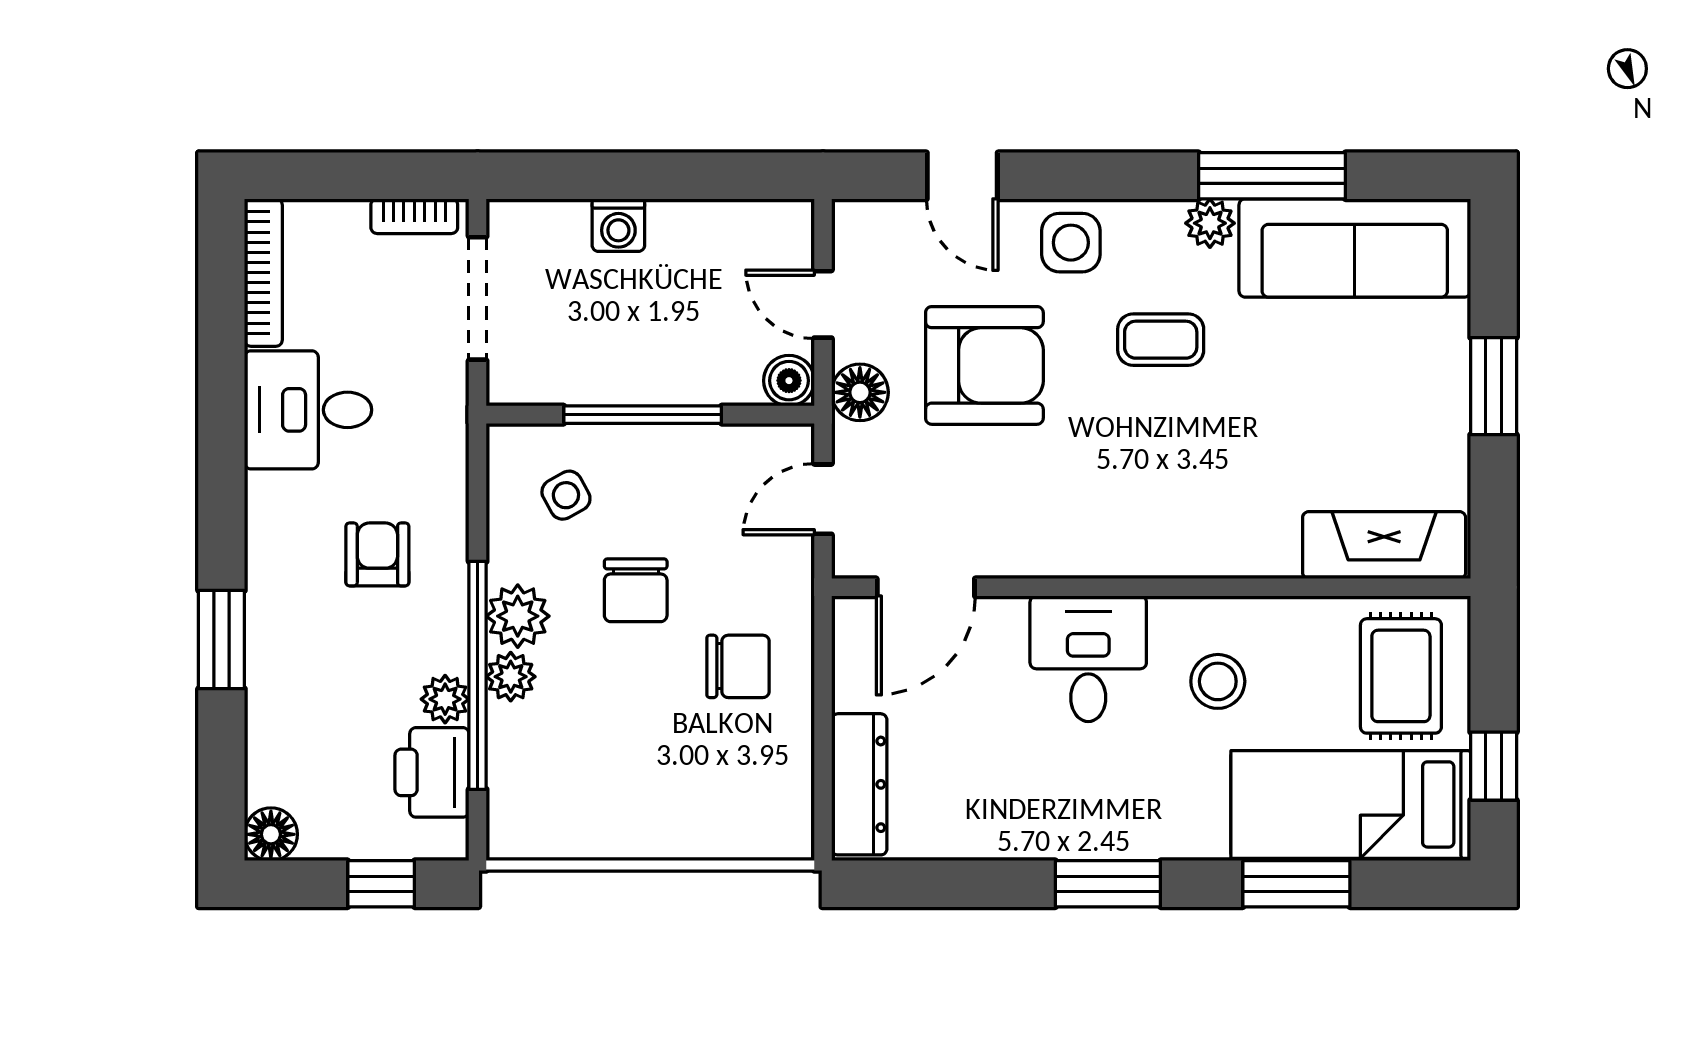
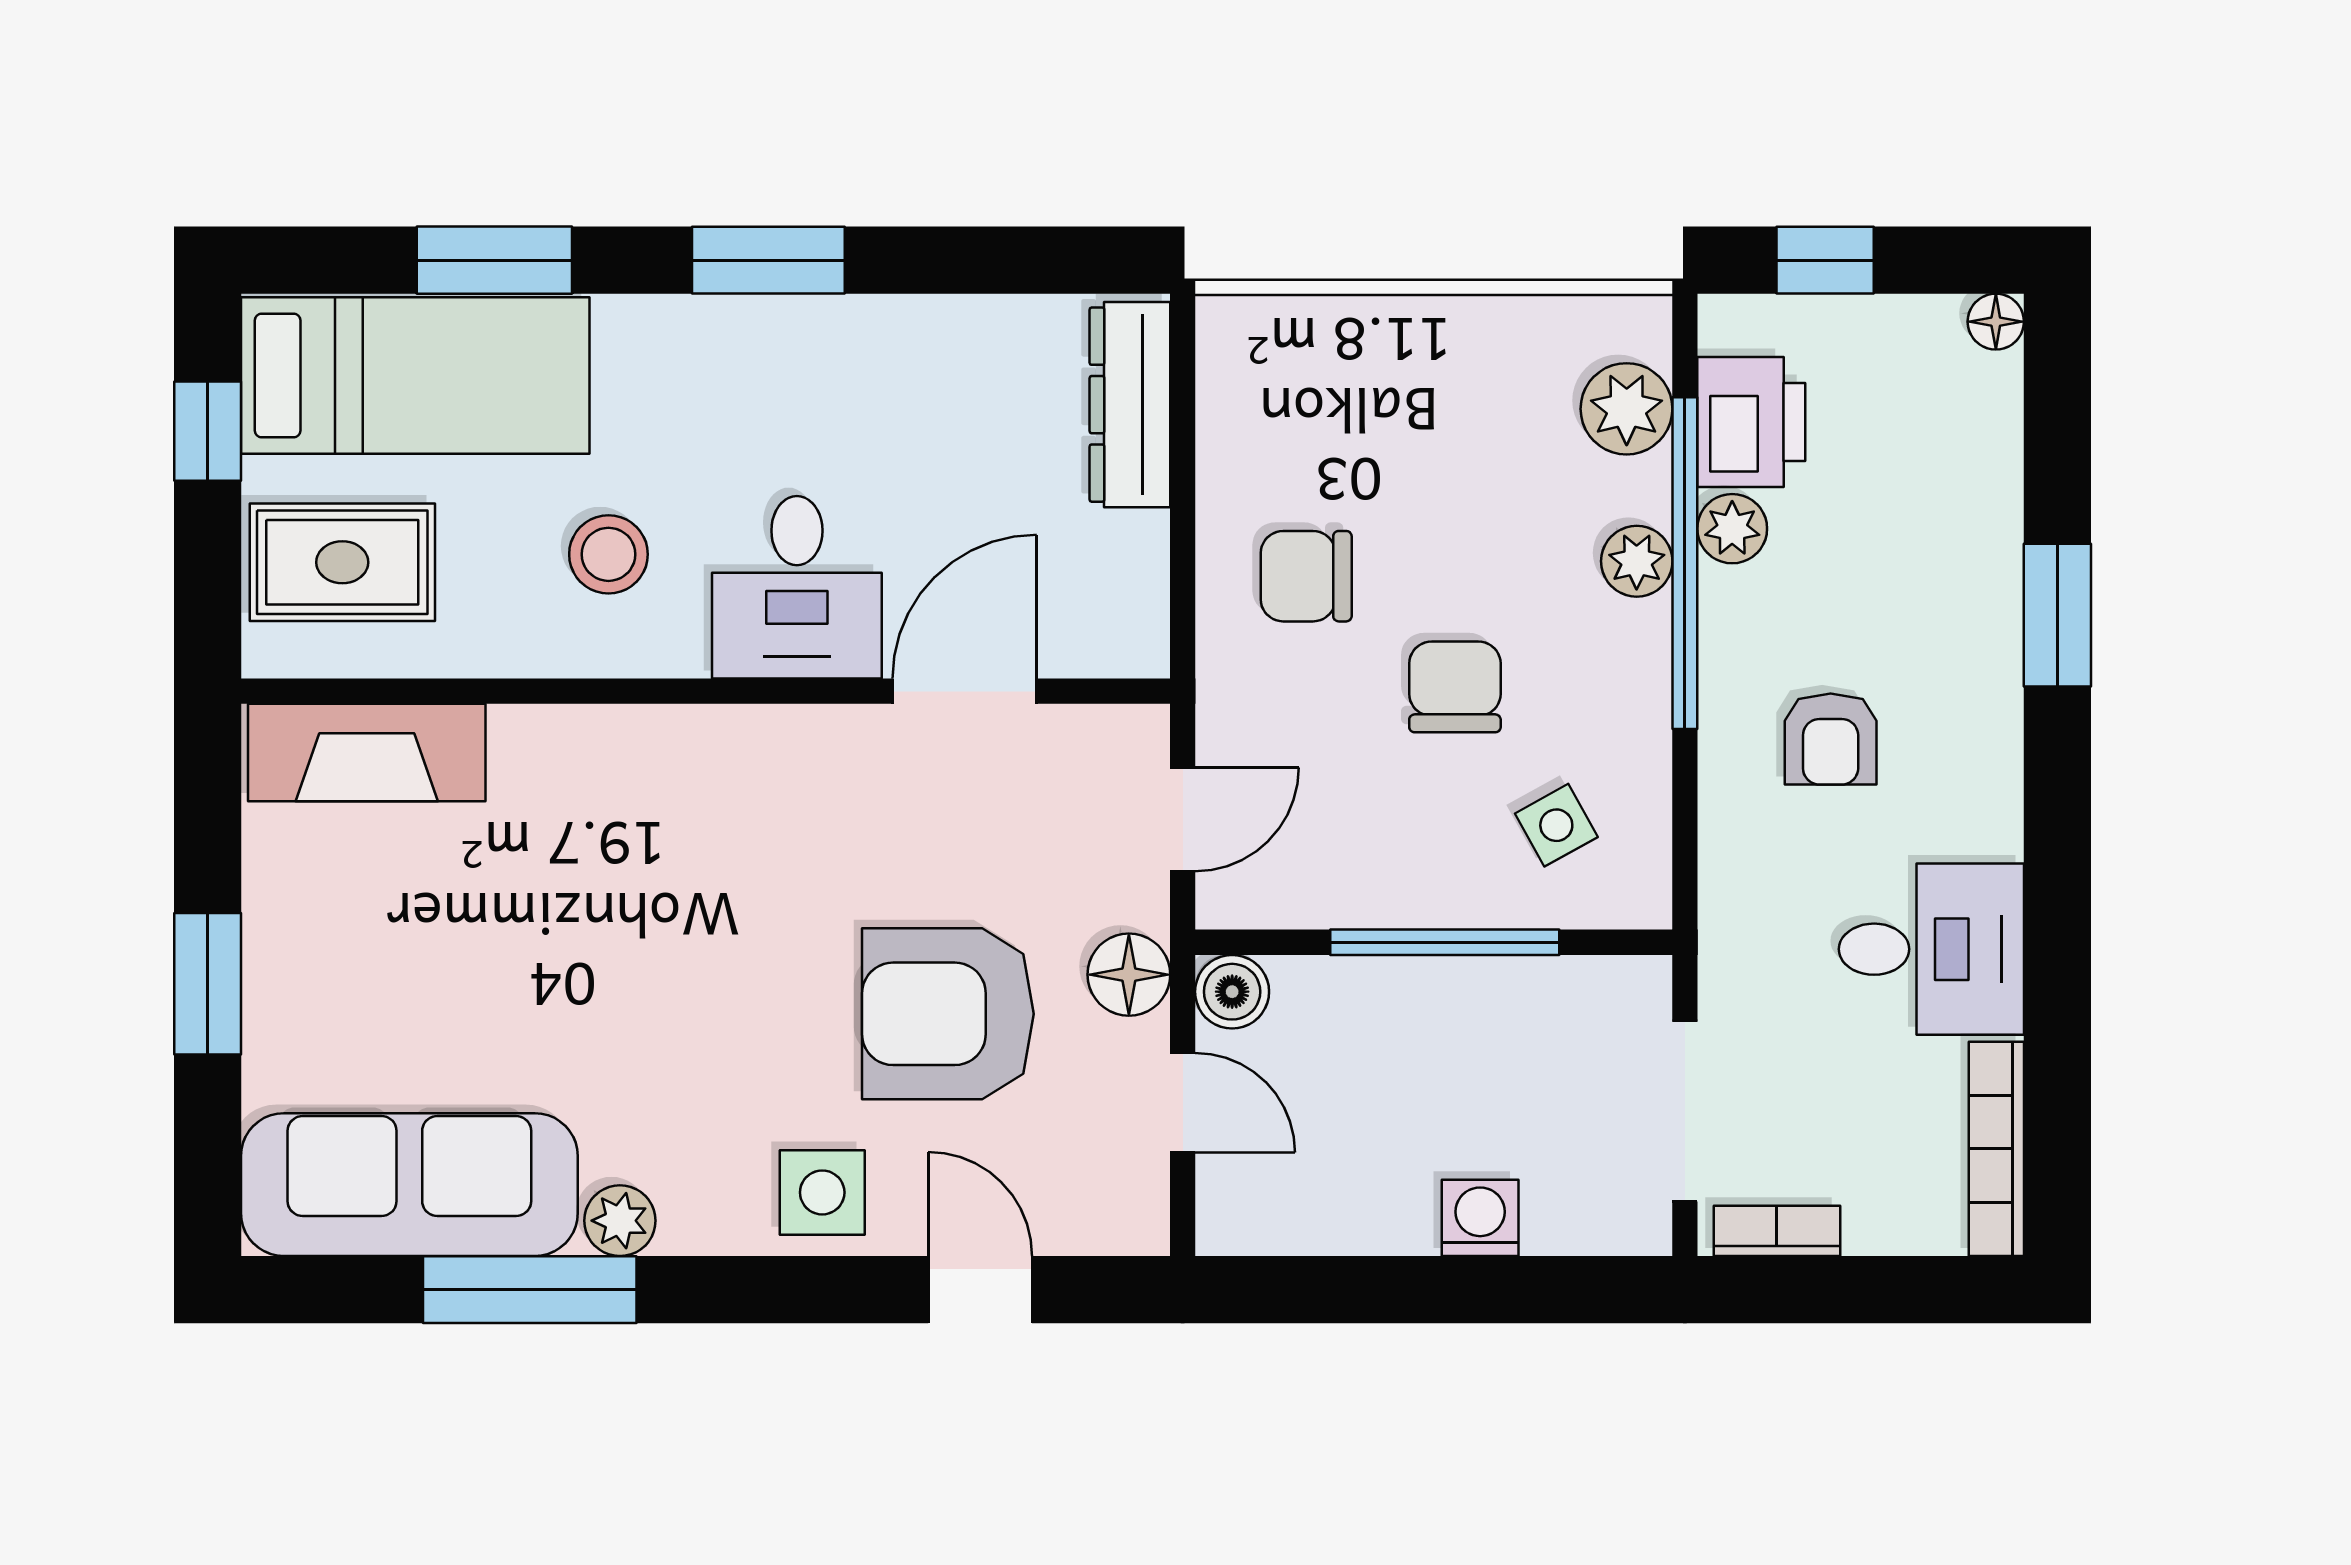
coffee table: (1161, 340) -> (692, 1051), removed
door: (926, 587) -> (965, 691), moved
plant: (518, 616) -> (1627, 409), moved
rug: (1401, 676) -> (342, 562), turned 90
floor lamp: (271, 834) -> (1996, 322), width x0.73, depth x0.73

